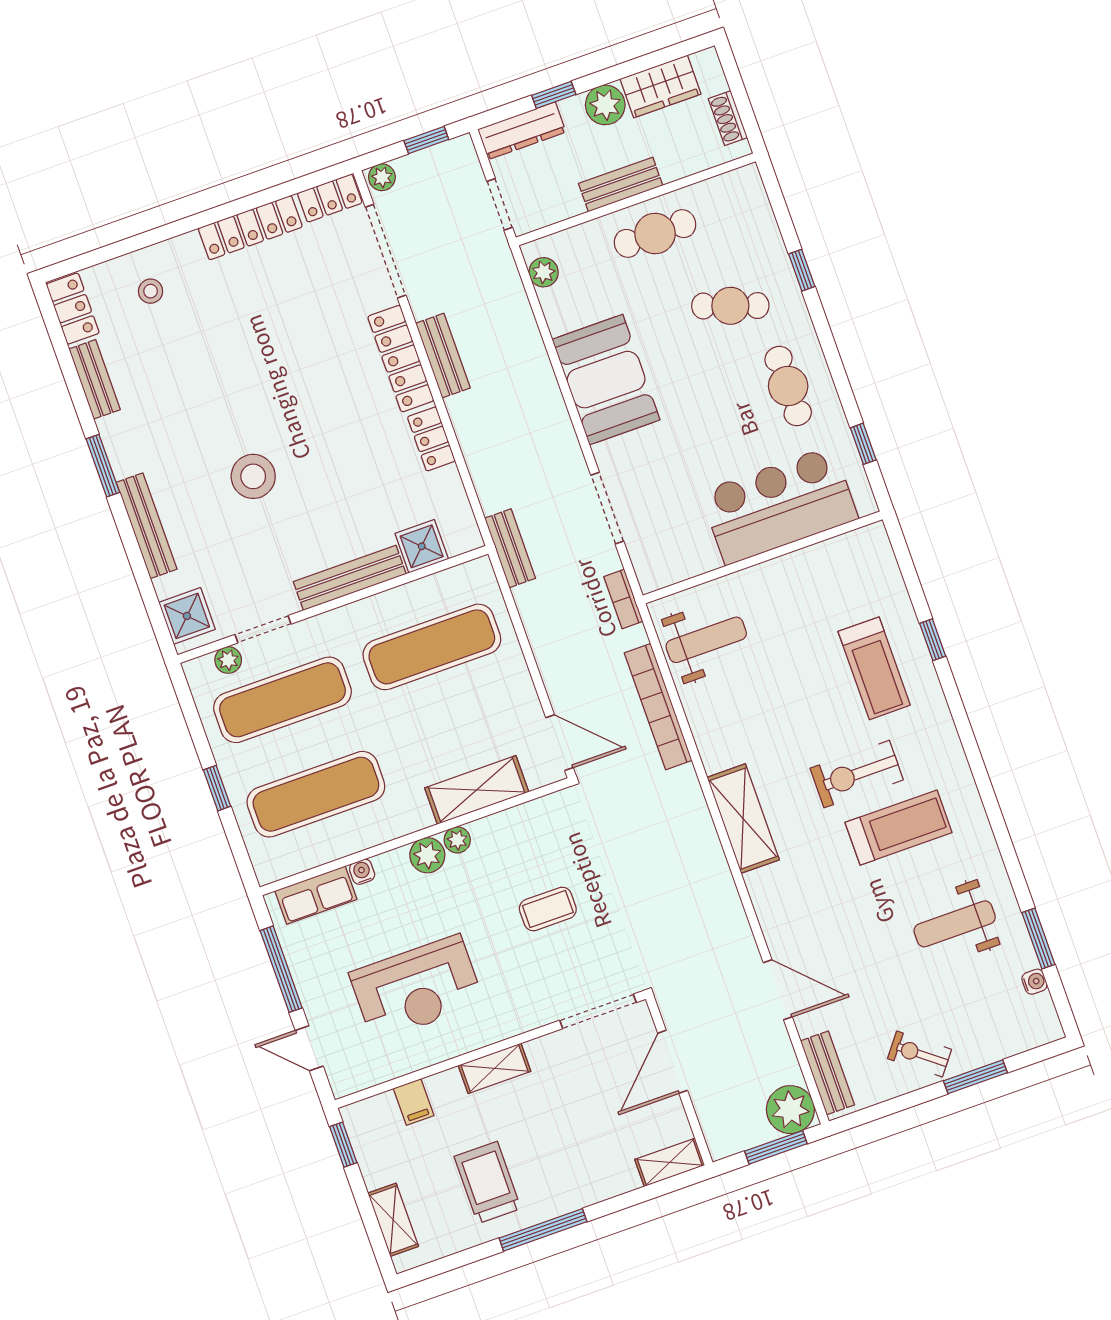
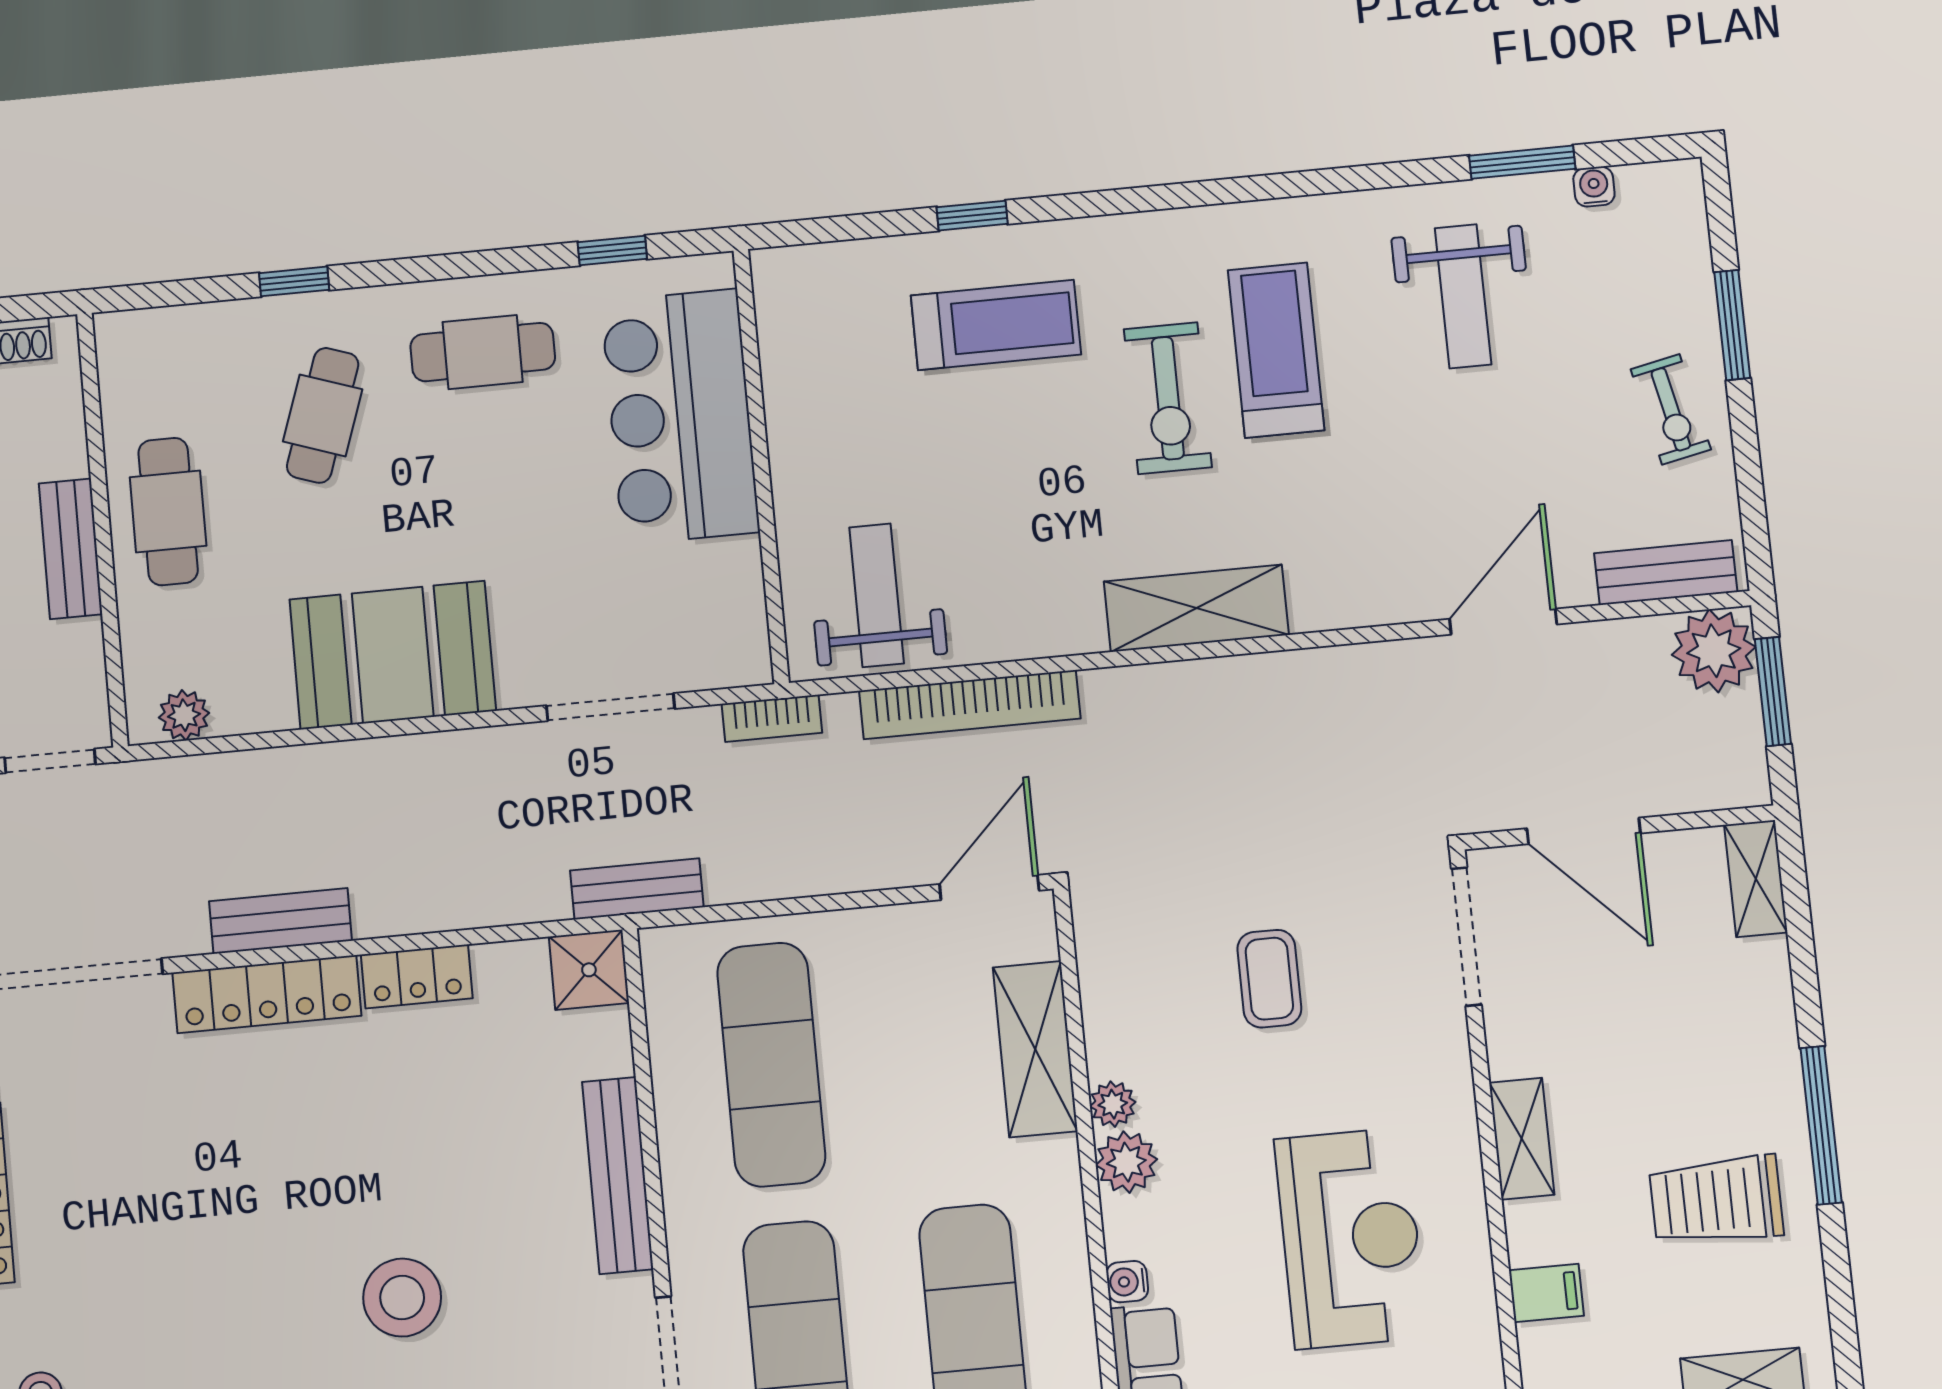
shower: (422, 546) -> (589, 970), moved
exercise bike: (919, 1054) -> (1671, 409), turned -50

